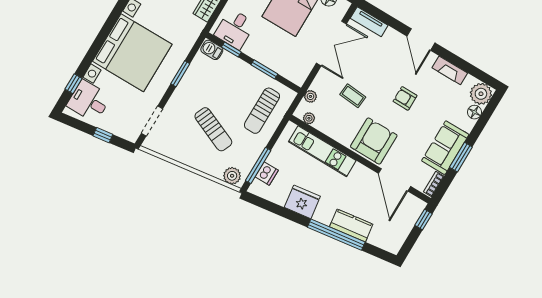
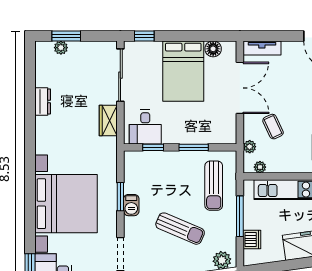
barbecue: (212, 50) -> (131, 205), moved, turned -90
coffee table: (353, 96) -> (273, 127), moved, turned 60
window: (258, 165) -> (240, 216), moved

